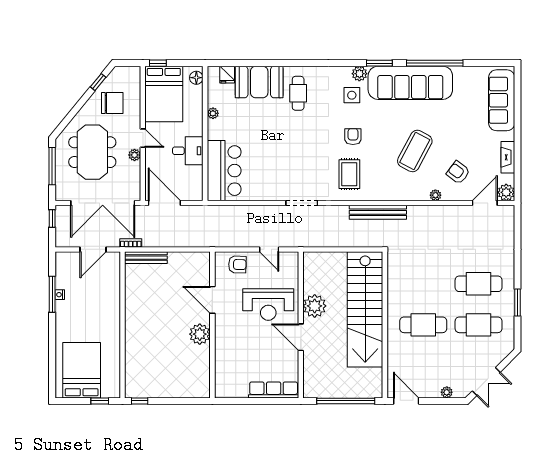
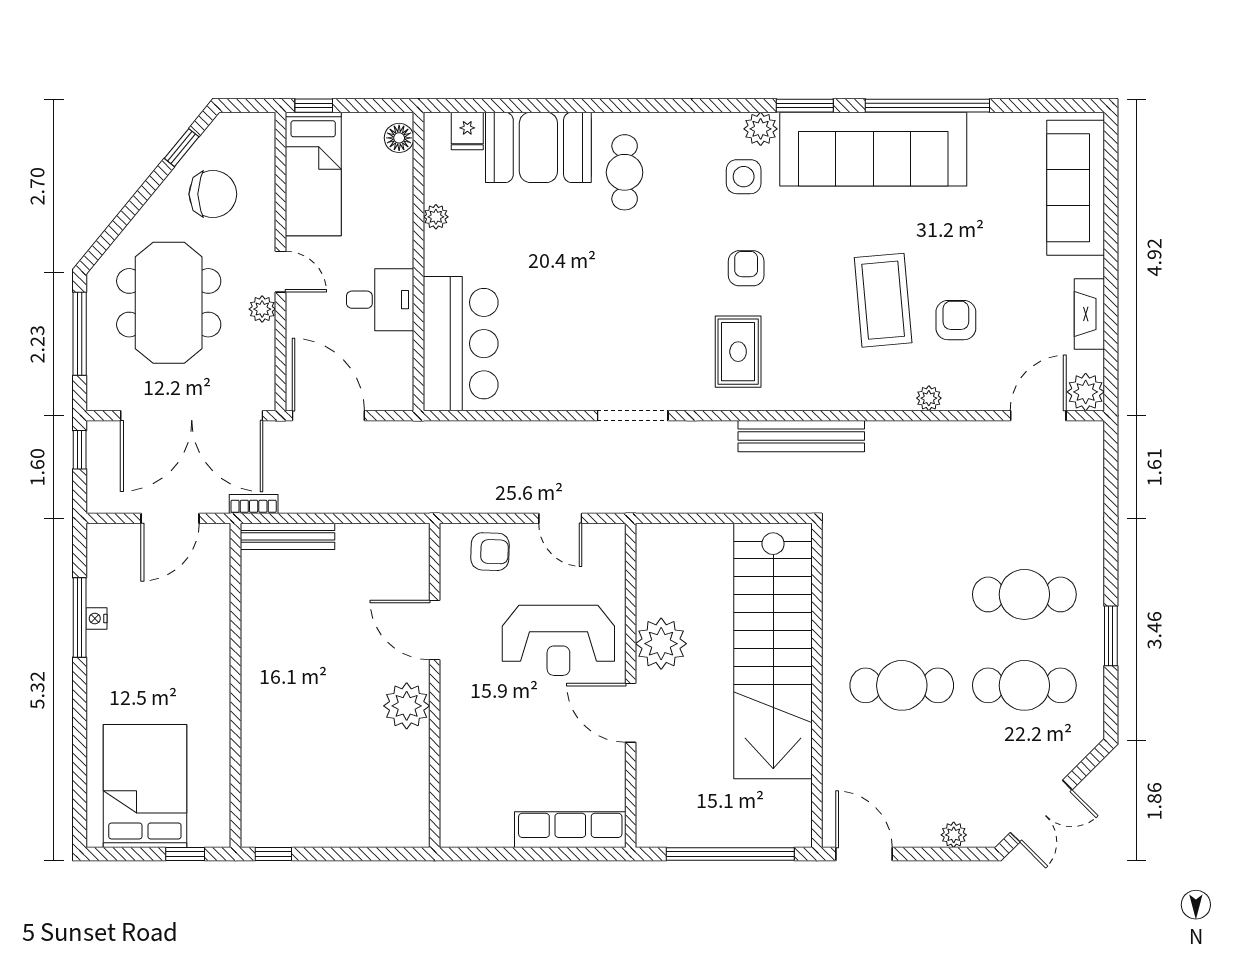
bed: (164, 94) -> (313, 174), width x0.67
coffee table: (415, 151) -> (883, 300), turned -33
armchair: (458, 172) -> (956, 320), moved, turned 53

